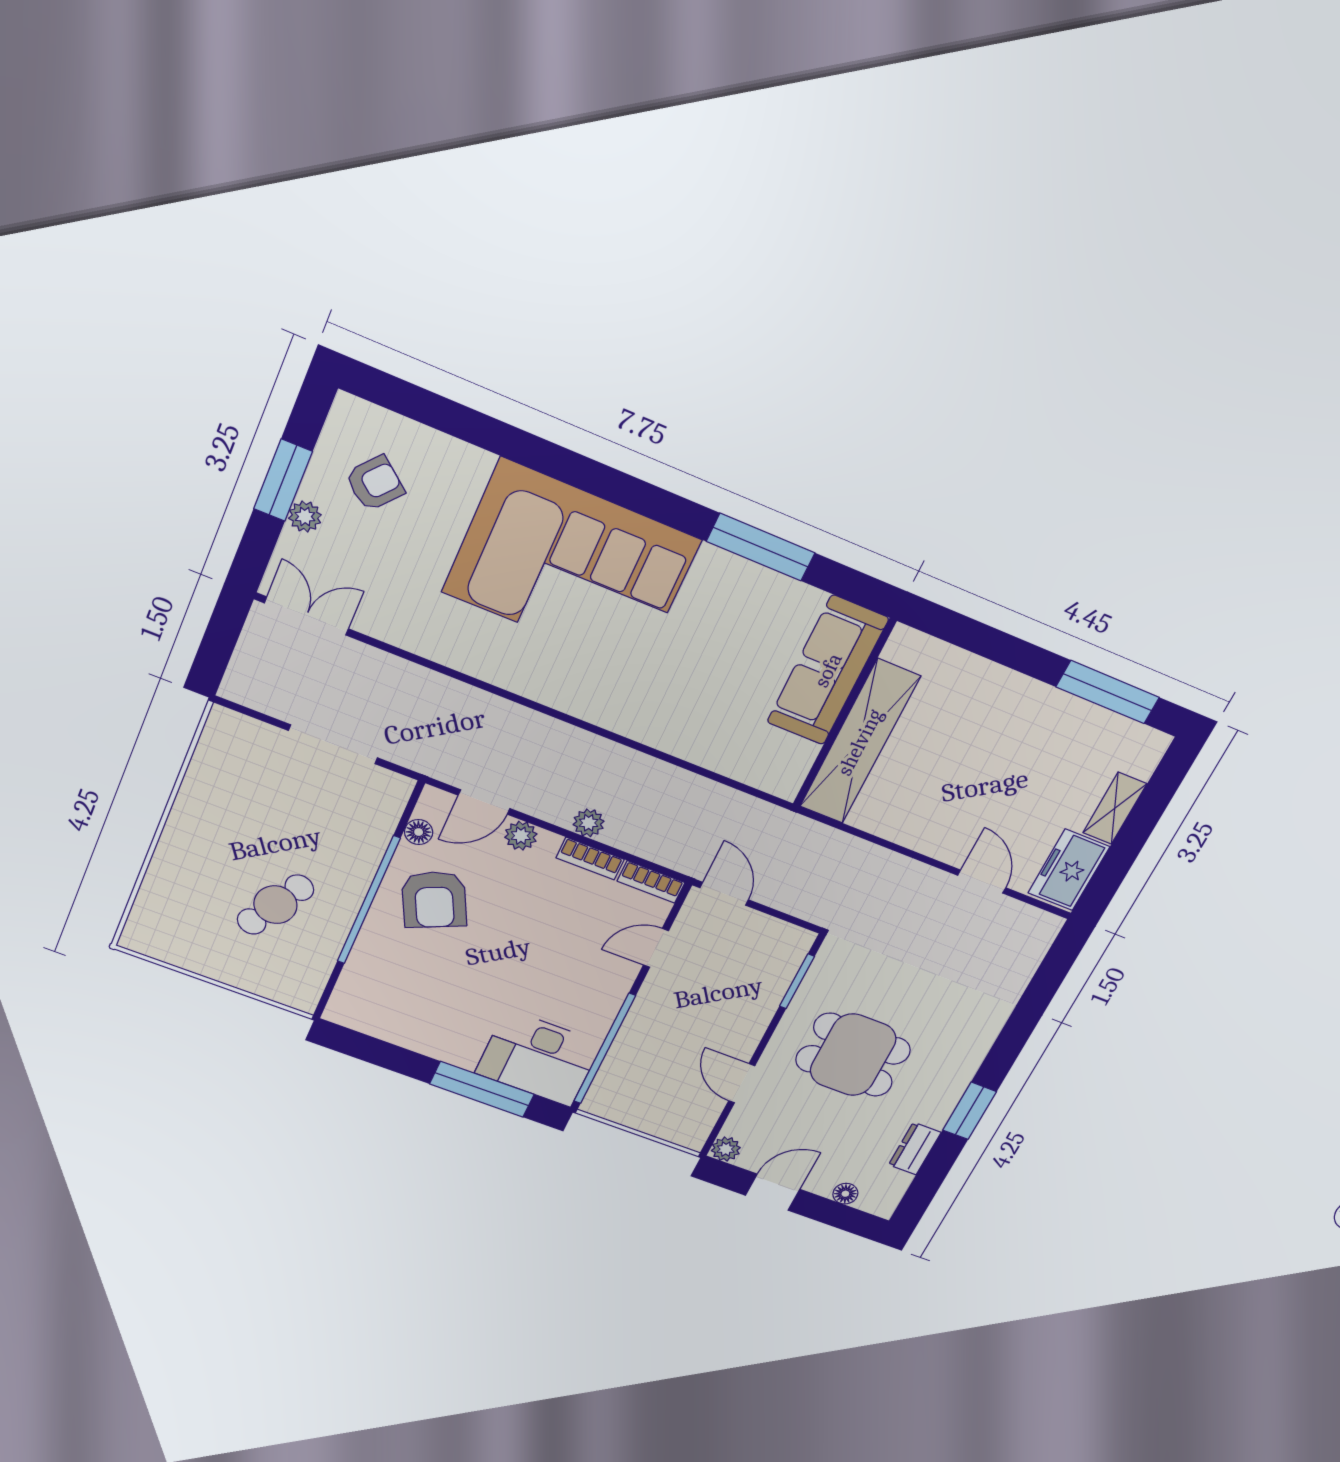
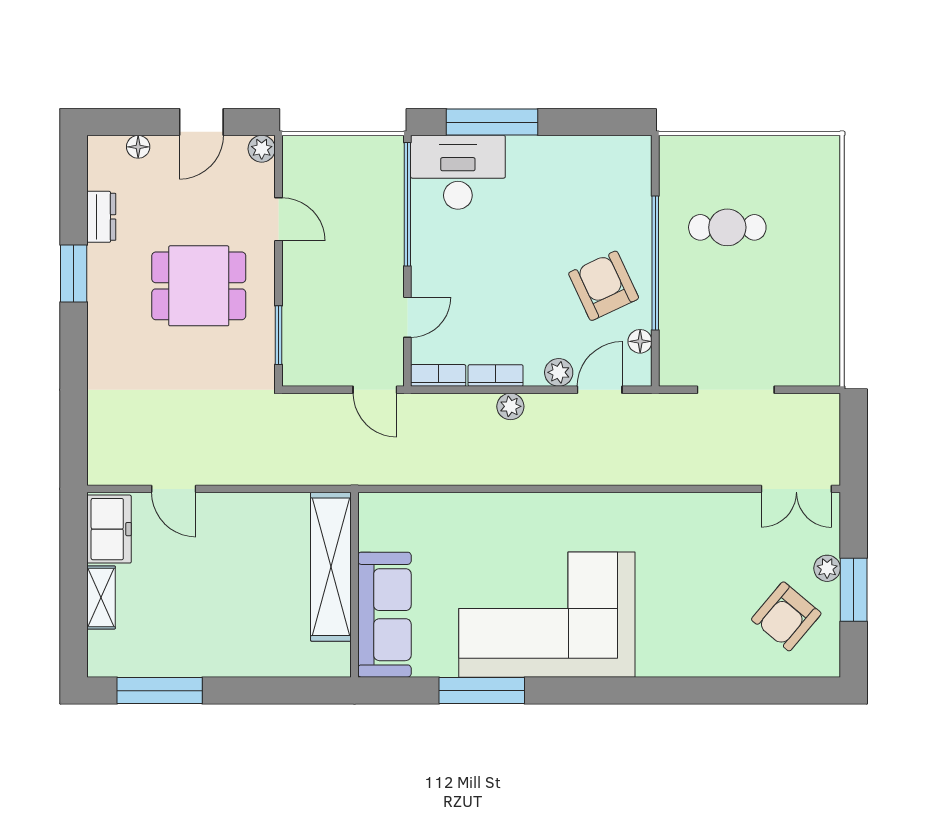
armchair: (375, 483) -> (786, 616), width x1.38, depth x1.38
corner sofa: (571, 566) -> (547, 615), moved
cafe table: (275, 905) -> (727, 227), turned 61

